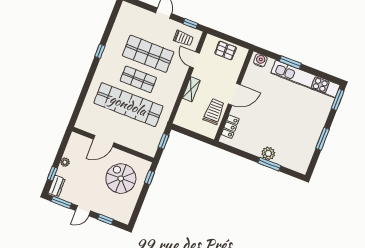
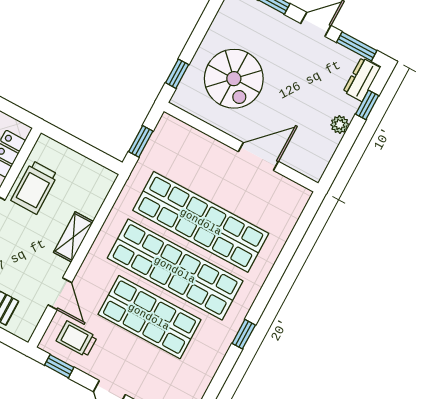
shop shelf: (138, 79) -> (175, 270), width x2.00, depth x1.36

